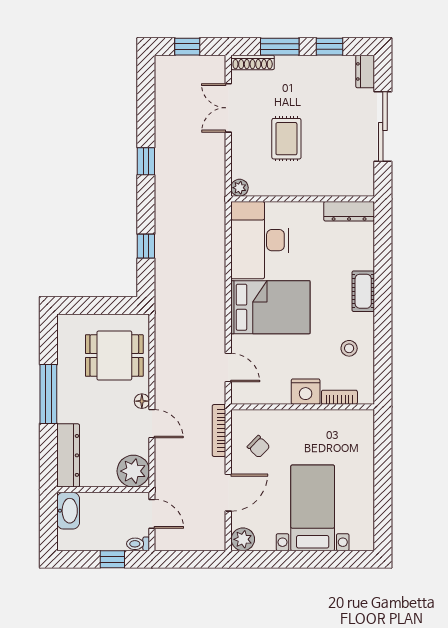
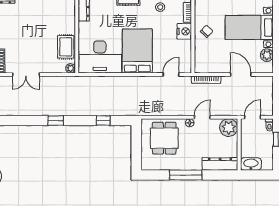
rug: (286, 139) -> (66, 47), moved, turned 90
chair: (259, 447) -> (207, 31), moved
plant: (243, 539) -> (267, 55), moved

